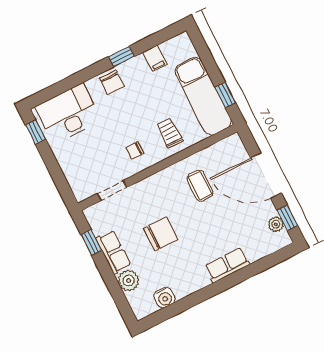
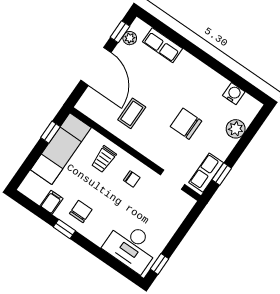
chair: (112, 82) -> (81, 211), moved
row of seats: (113, 252) -> (206, 173), moved
row of seats: (227, 265) -> (163, 45), moved

